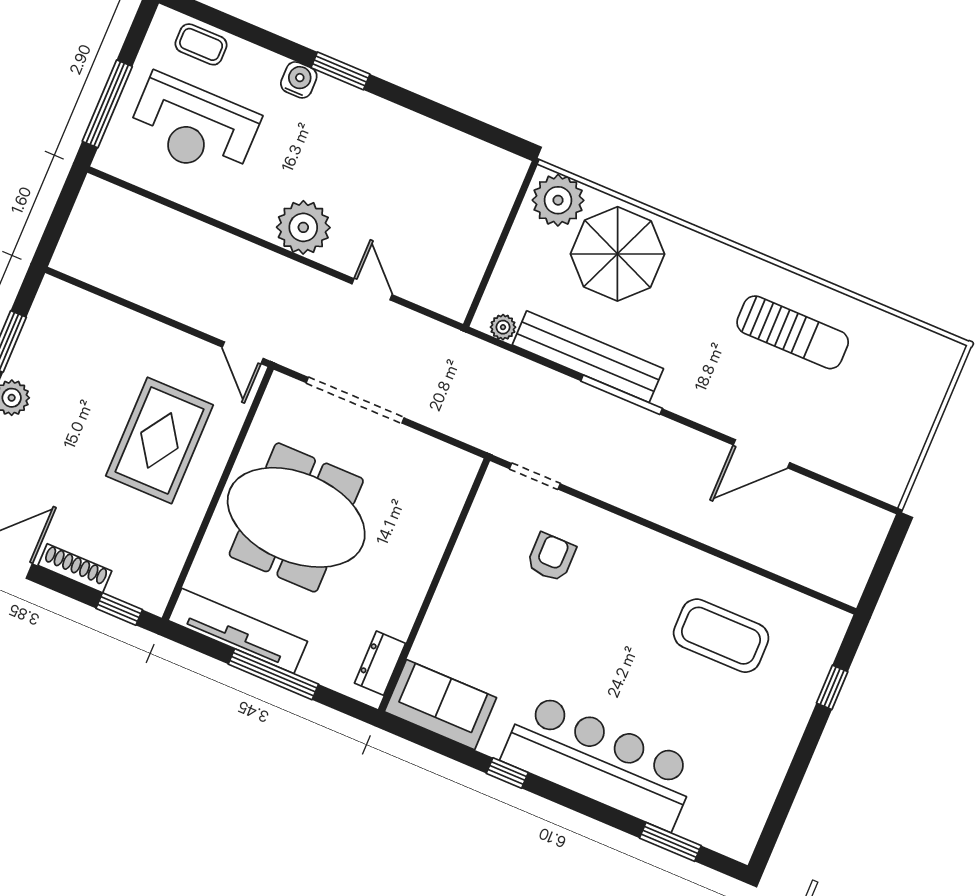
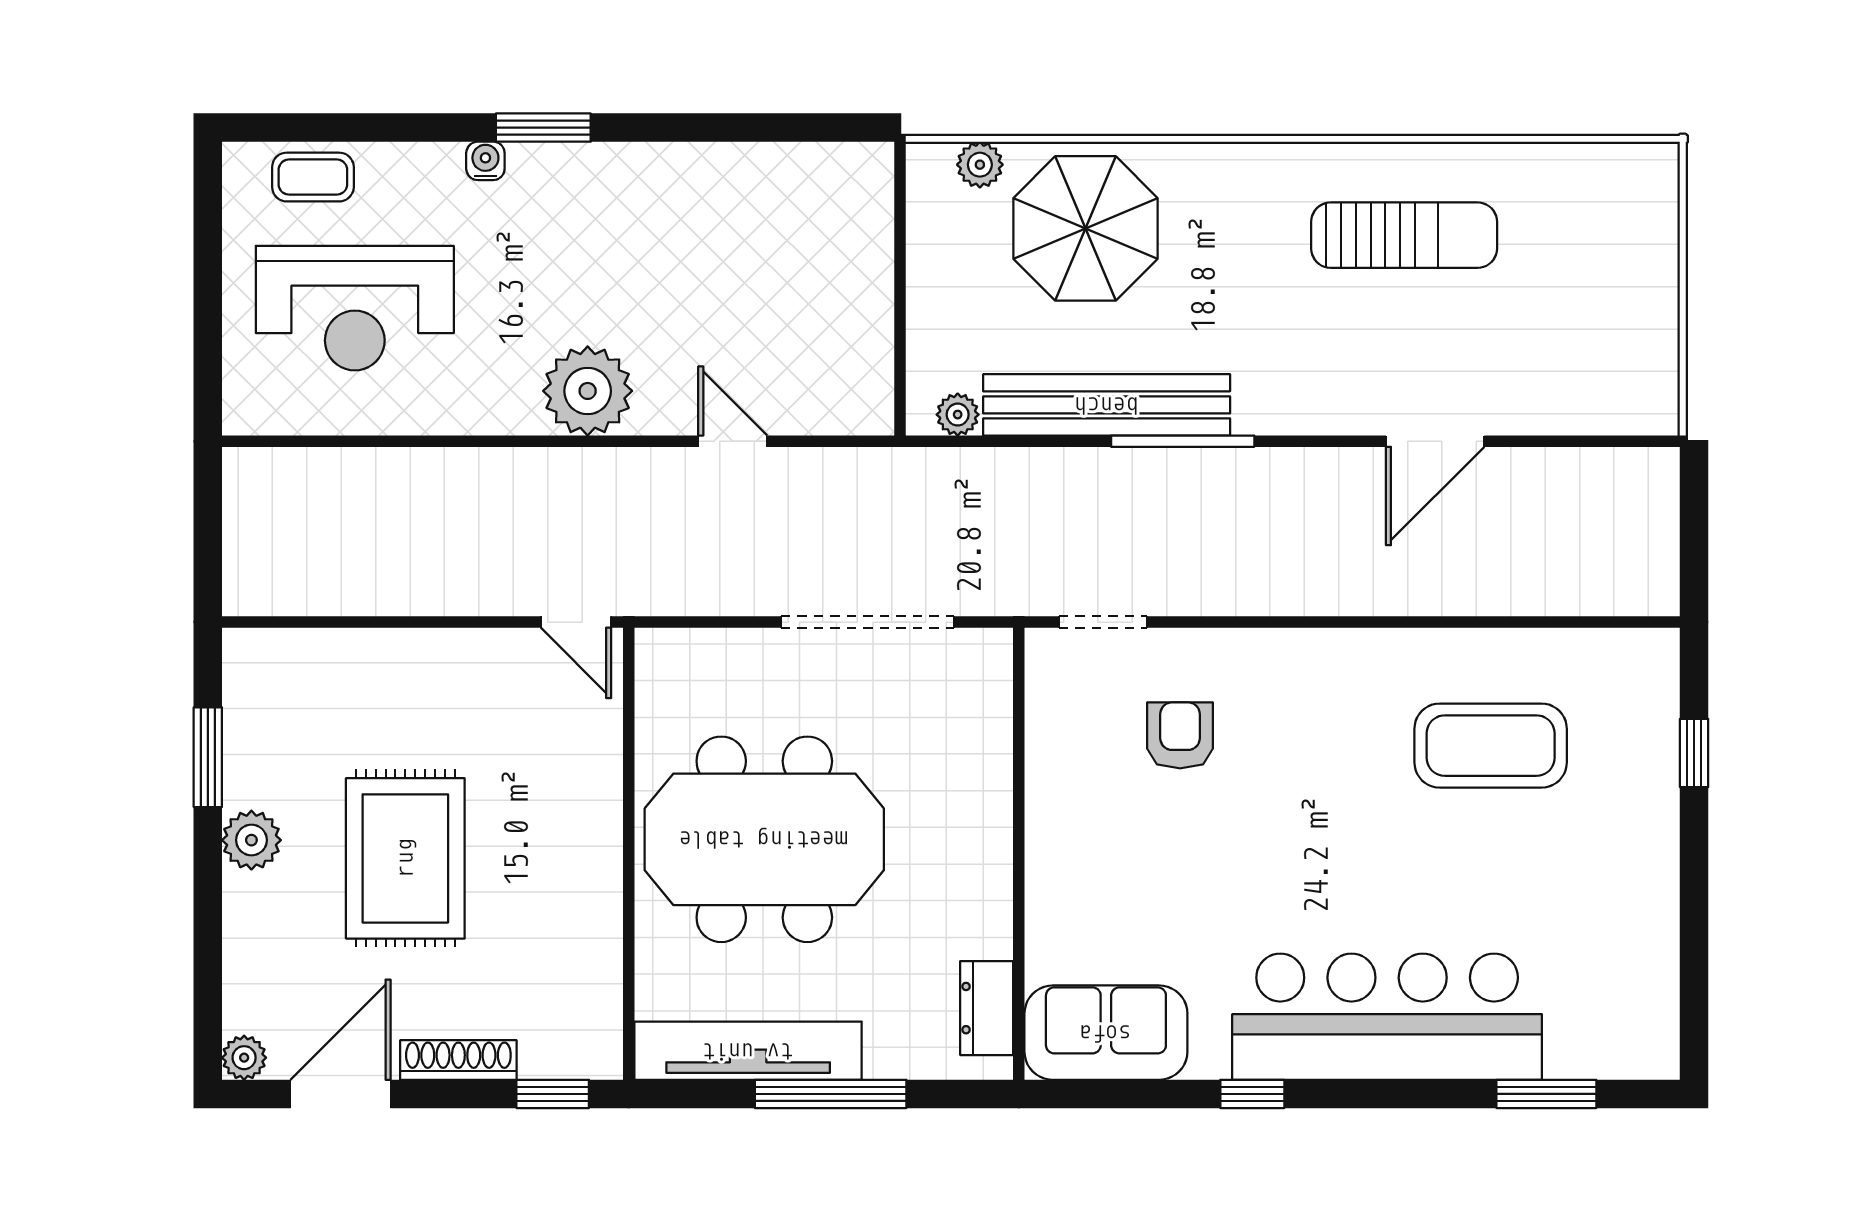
water cooler: (299, 80) -> (485, 161), width x0.72, depth x0.72
window: (107, 104) -> (208, 329), removed
plant: (558, 200) -> (980, 165), width x0.53, depth x0.53
doorway: (355, 400) -> (867, 622), moved
rug: (159, 440) -> (405, 858), moved

